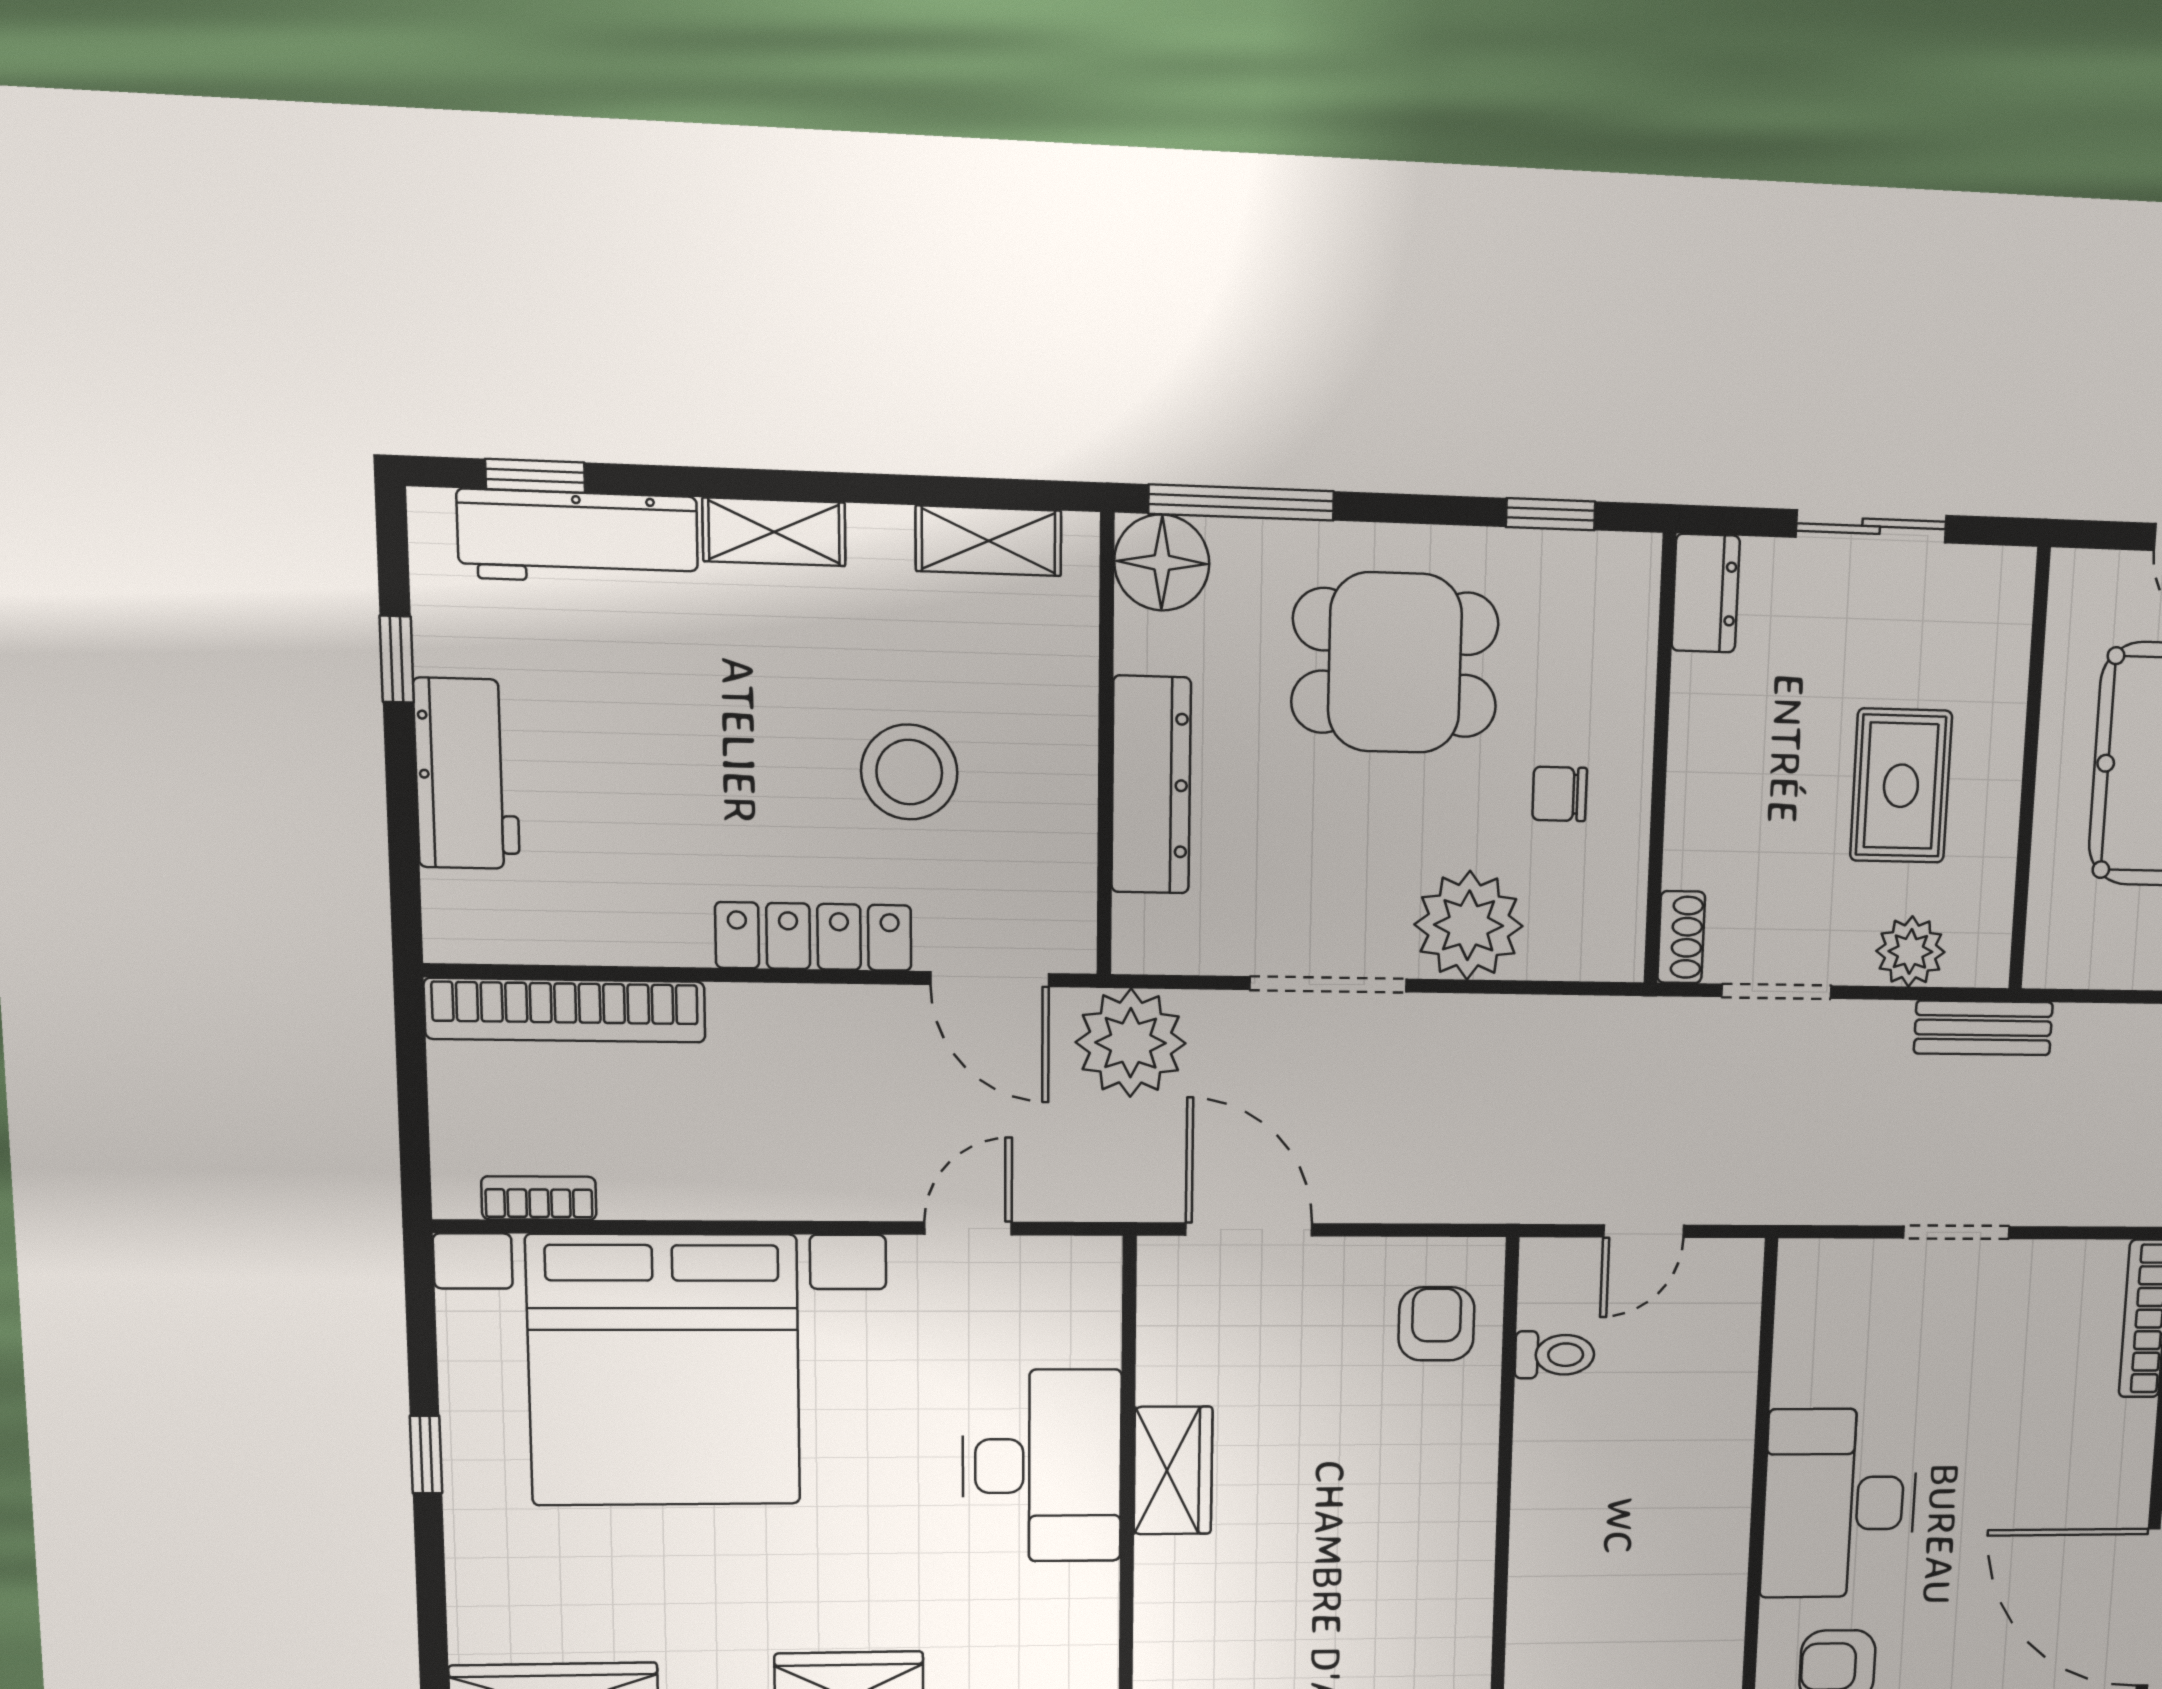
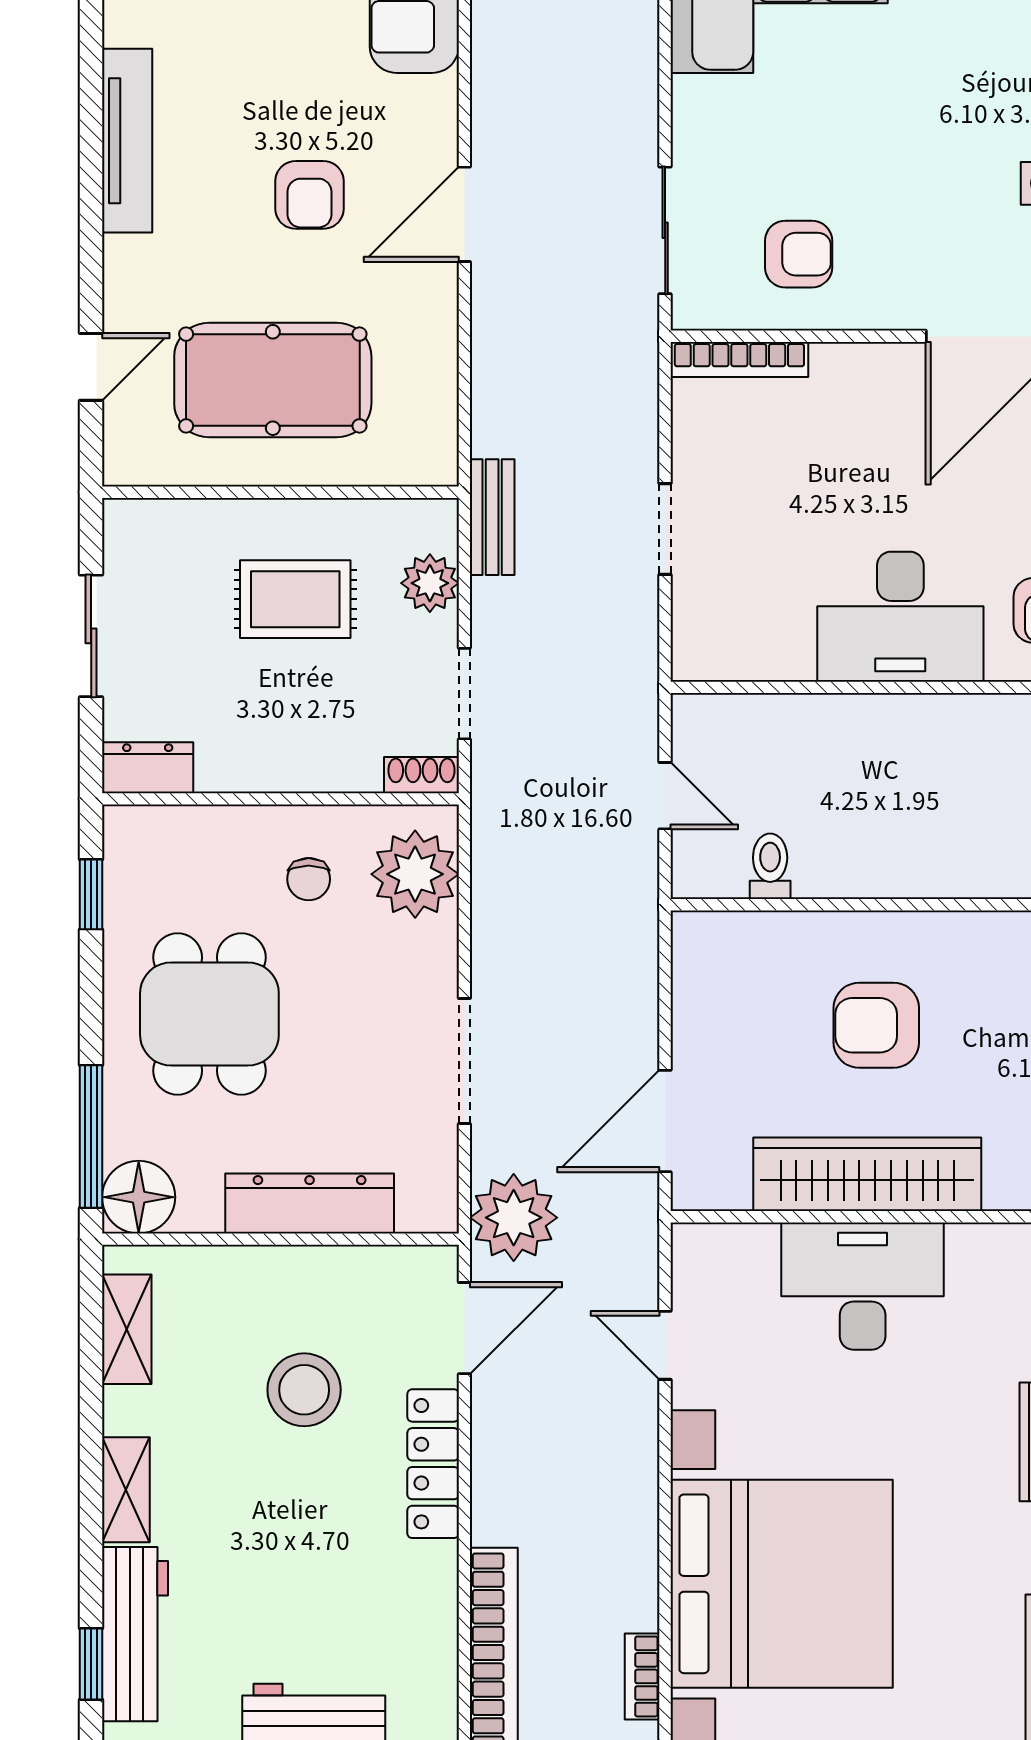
plant: (1468, 925) -> (415, 874), moved
armchair: (1436, 1324) -> (876, 1025), moved, width x1.38, depth x1.38
wardrobe: (1173, 1471) -> (867, 1174), width x2.10, depth x1.17

